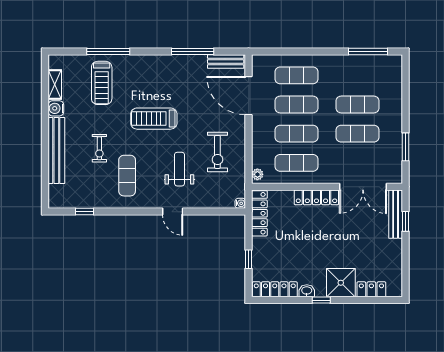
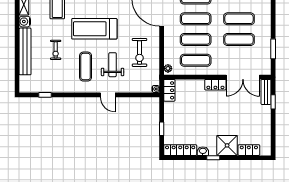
treadmill: (154, 119) -> (94, 29), width x1.37, depth x1.37
exercise mat: (127, 176) -> (86, 67), moved
locker: (316, 197) -> (215, 85), width x0.66
locker: (259, 213) -> (169, 90), width x0.66
bench: (396, 214) -> (266, 92), width x0.73

